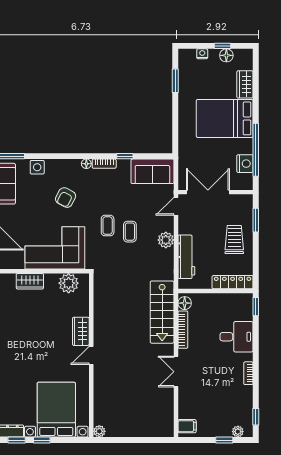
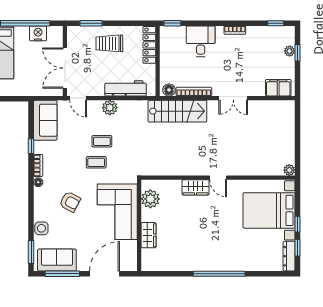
filing cabinet: (187, 426) -> (278, 88), width x2.00
plant: (238, 432) -> (290, 51), moved

